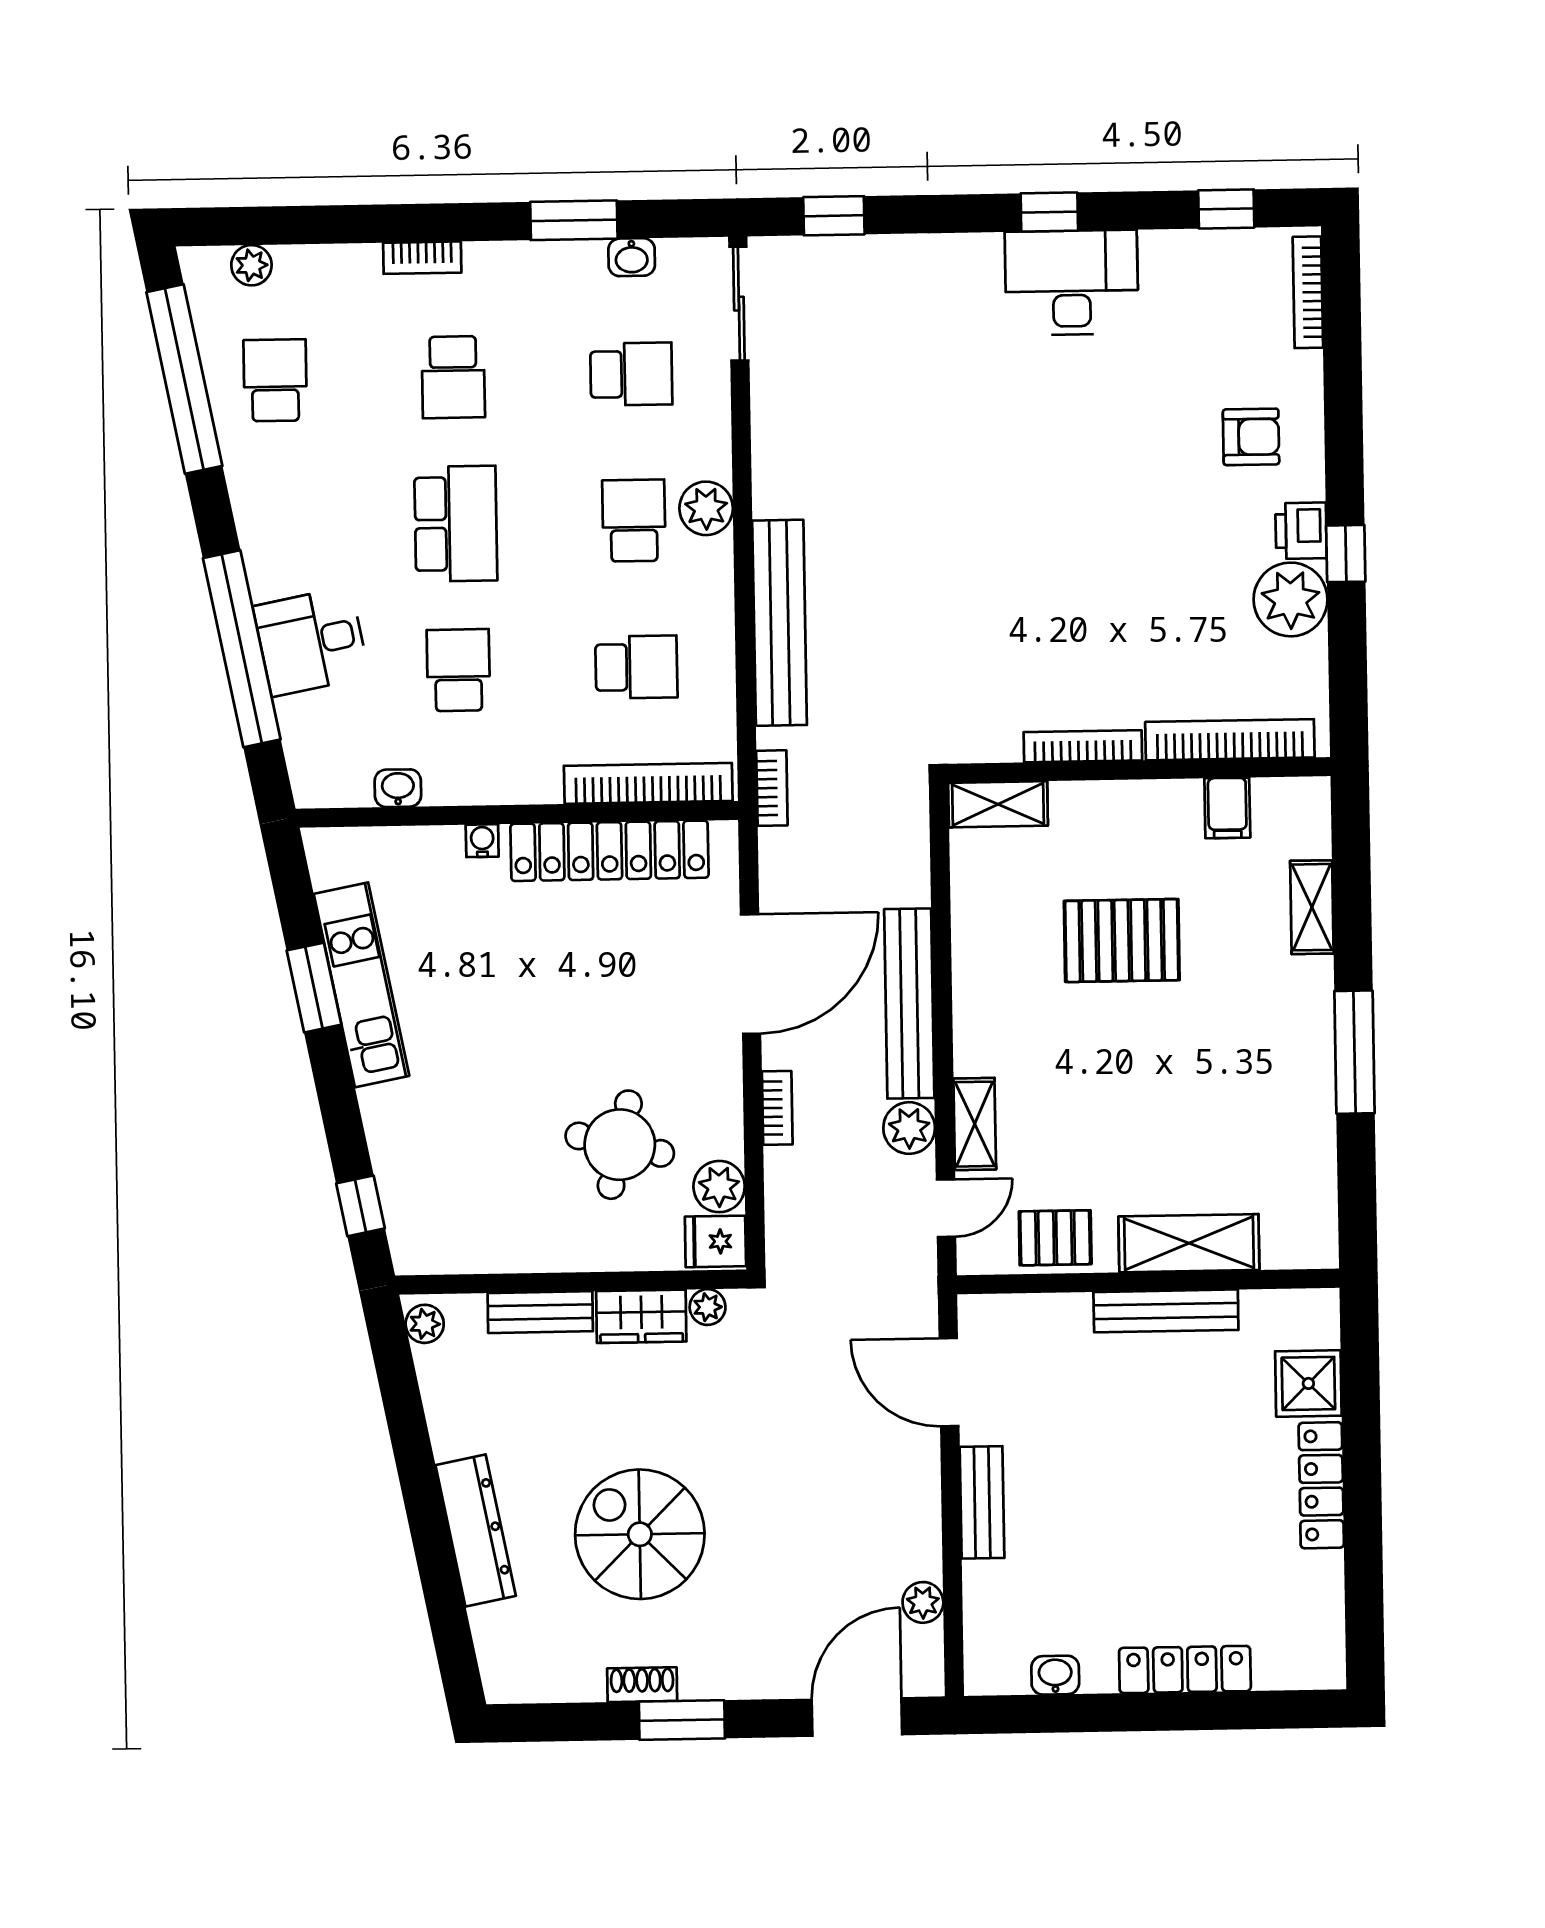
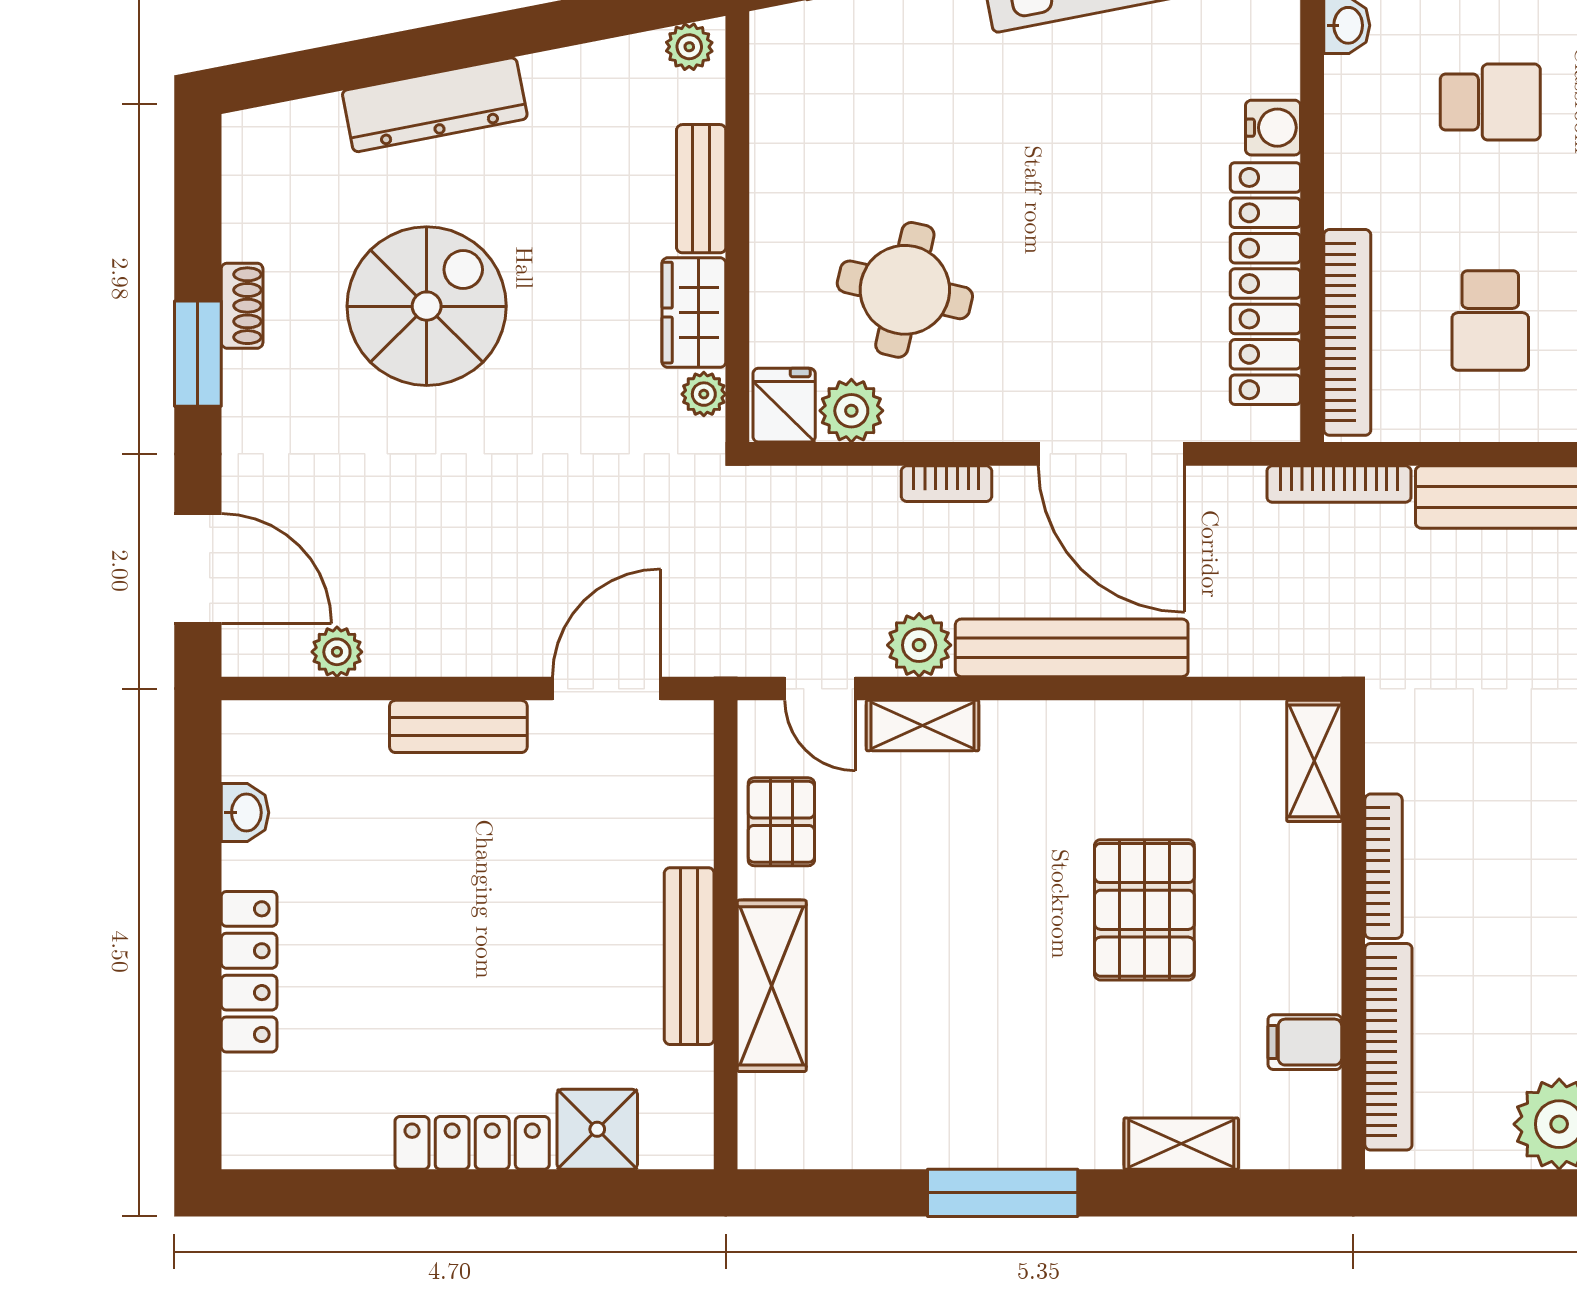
bookcase: (772, 788) -> (1339, 484), width x1.56
water cooler: (482, 841) -> (1273, 128), width x1.38, depth x1.38

